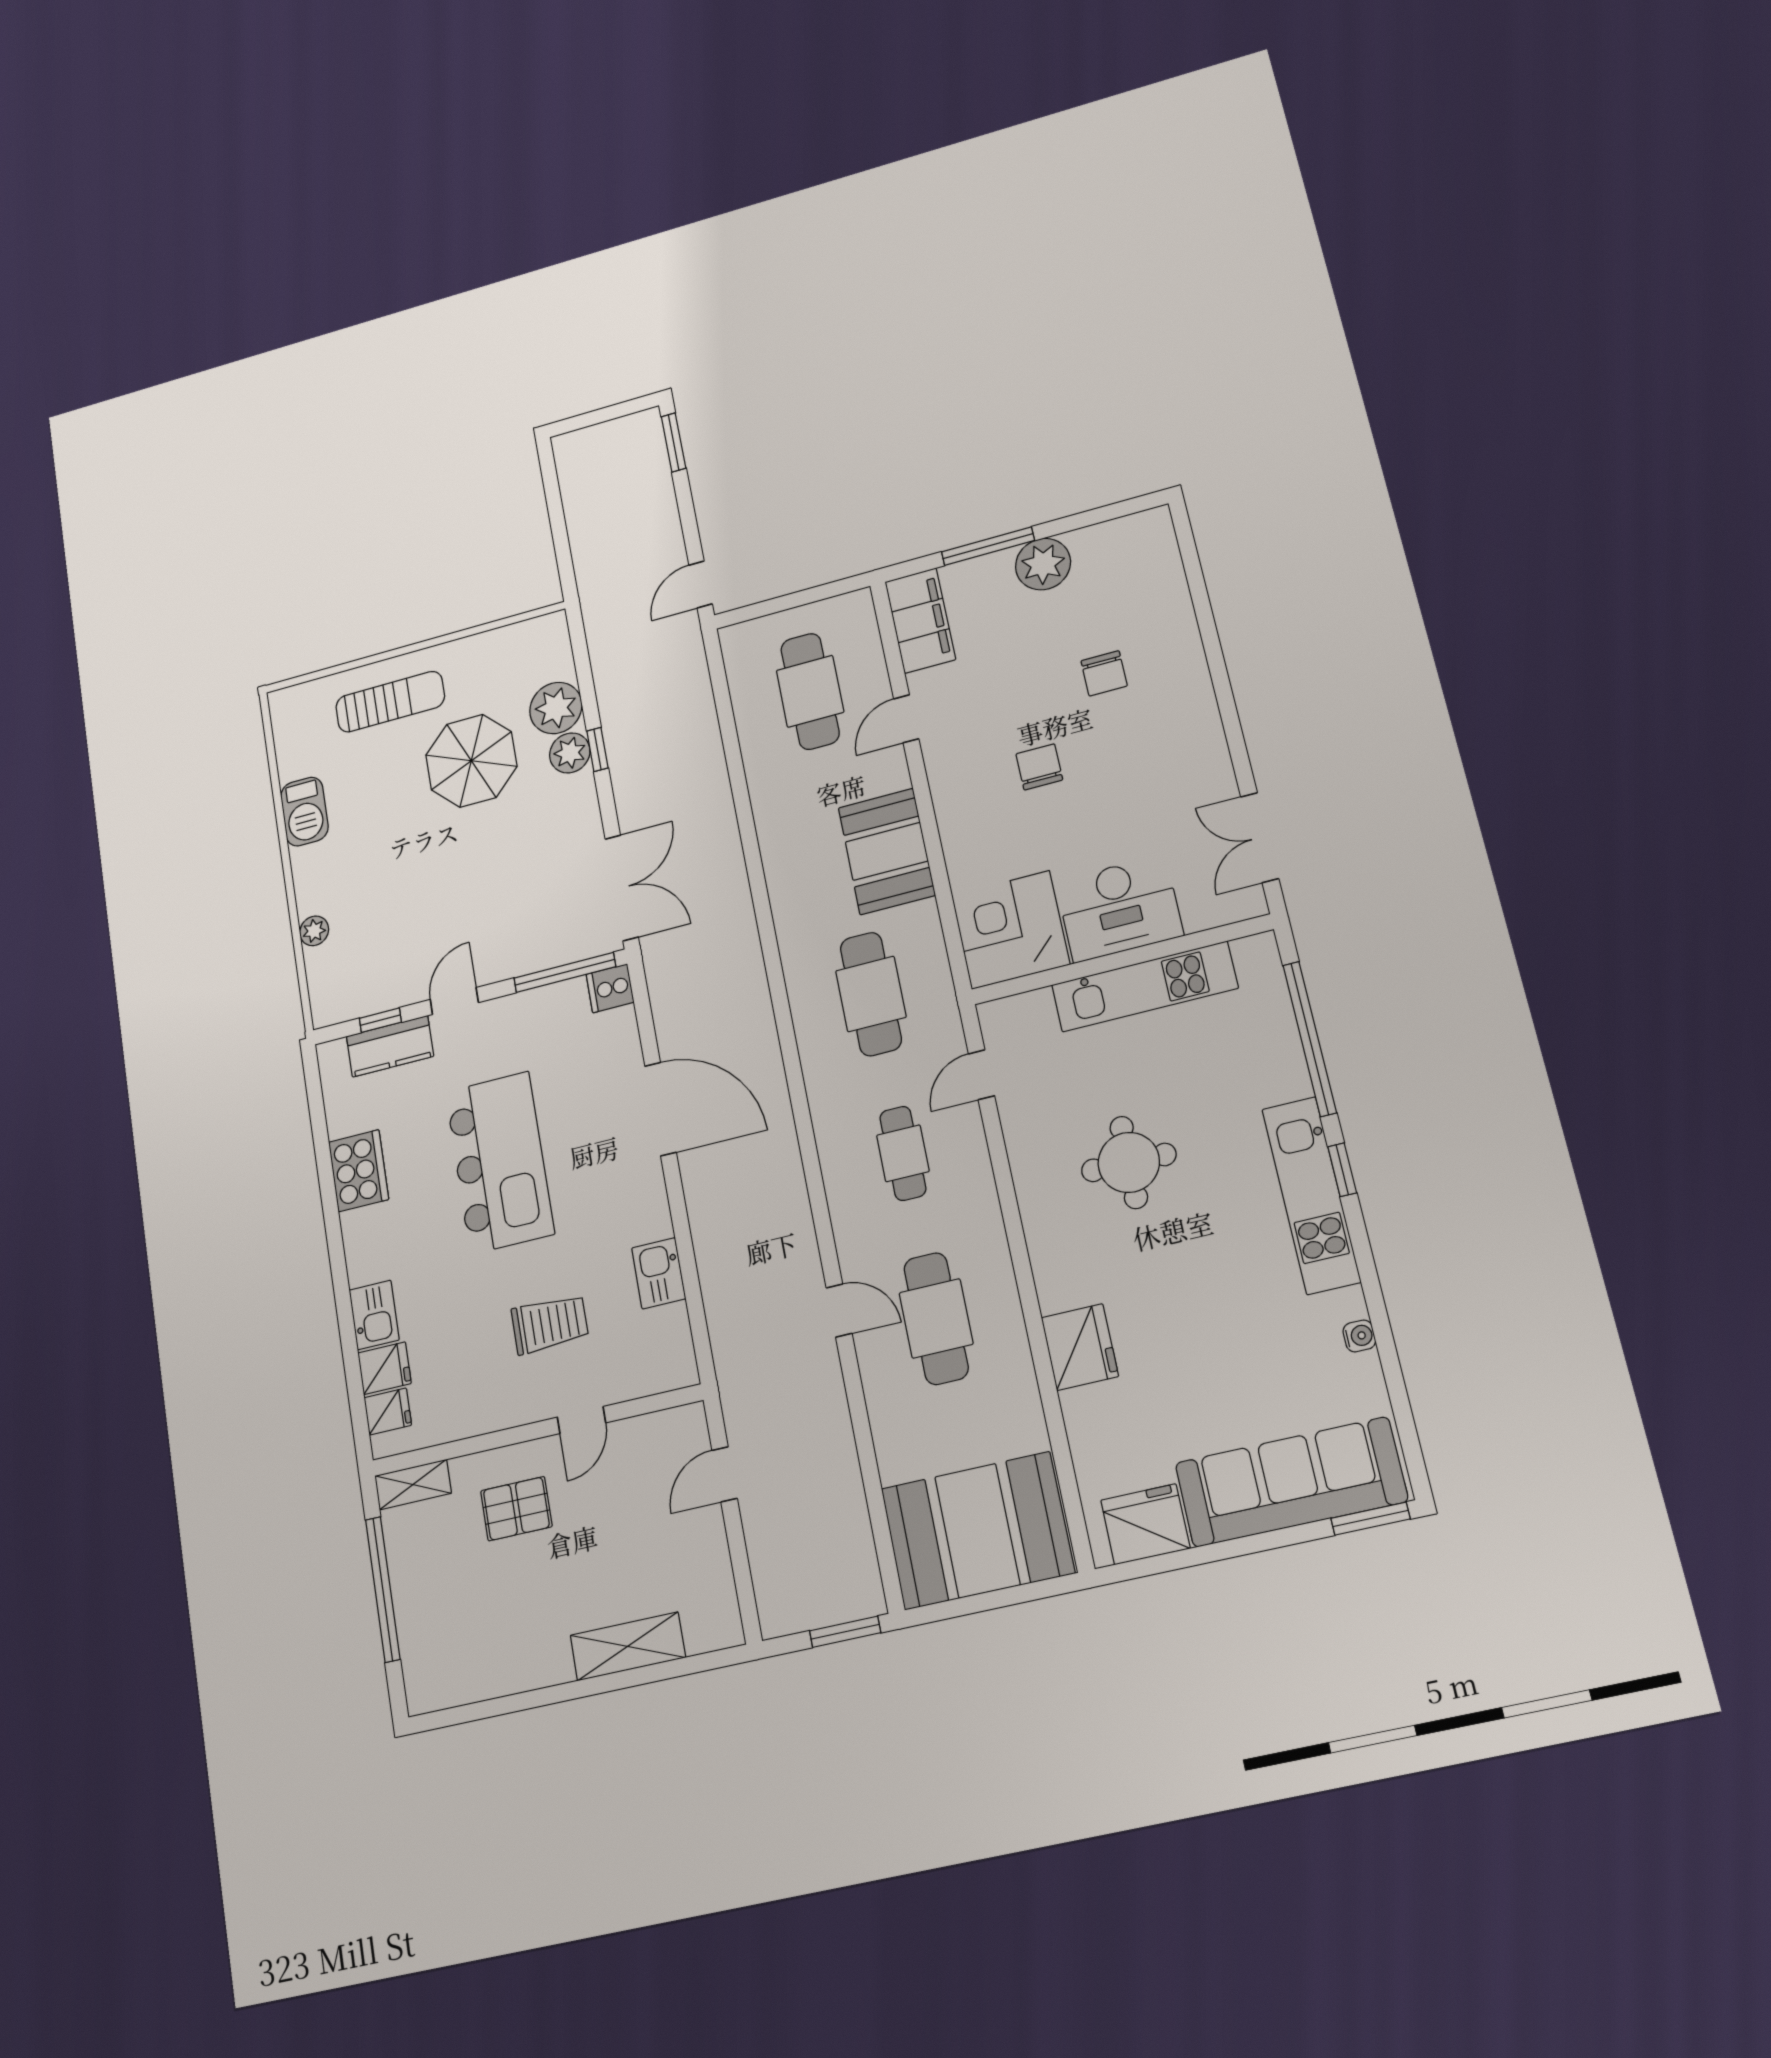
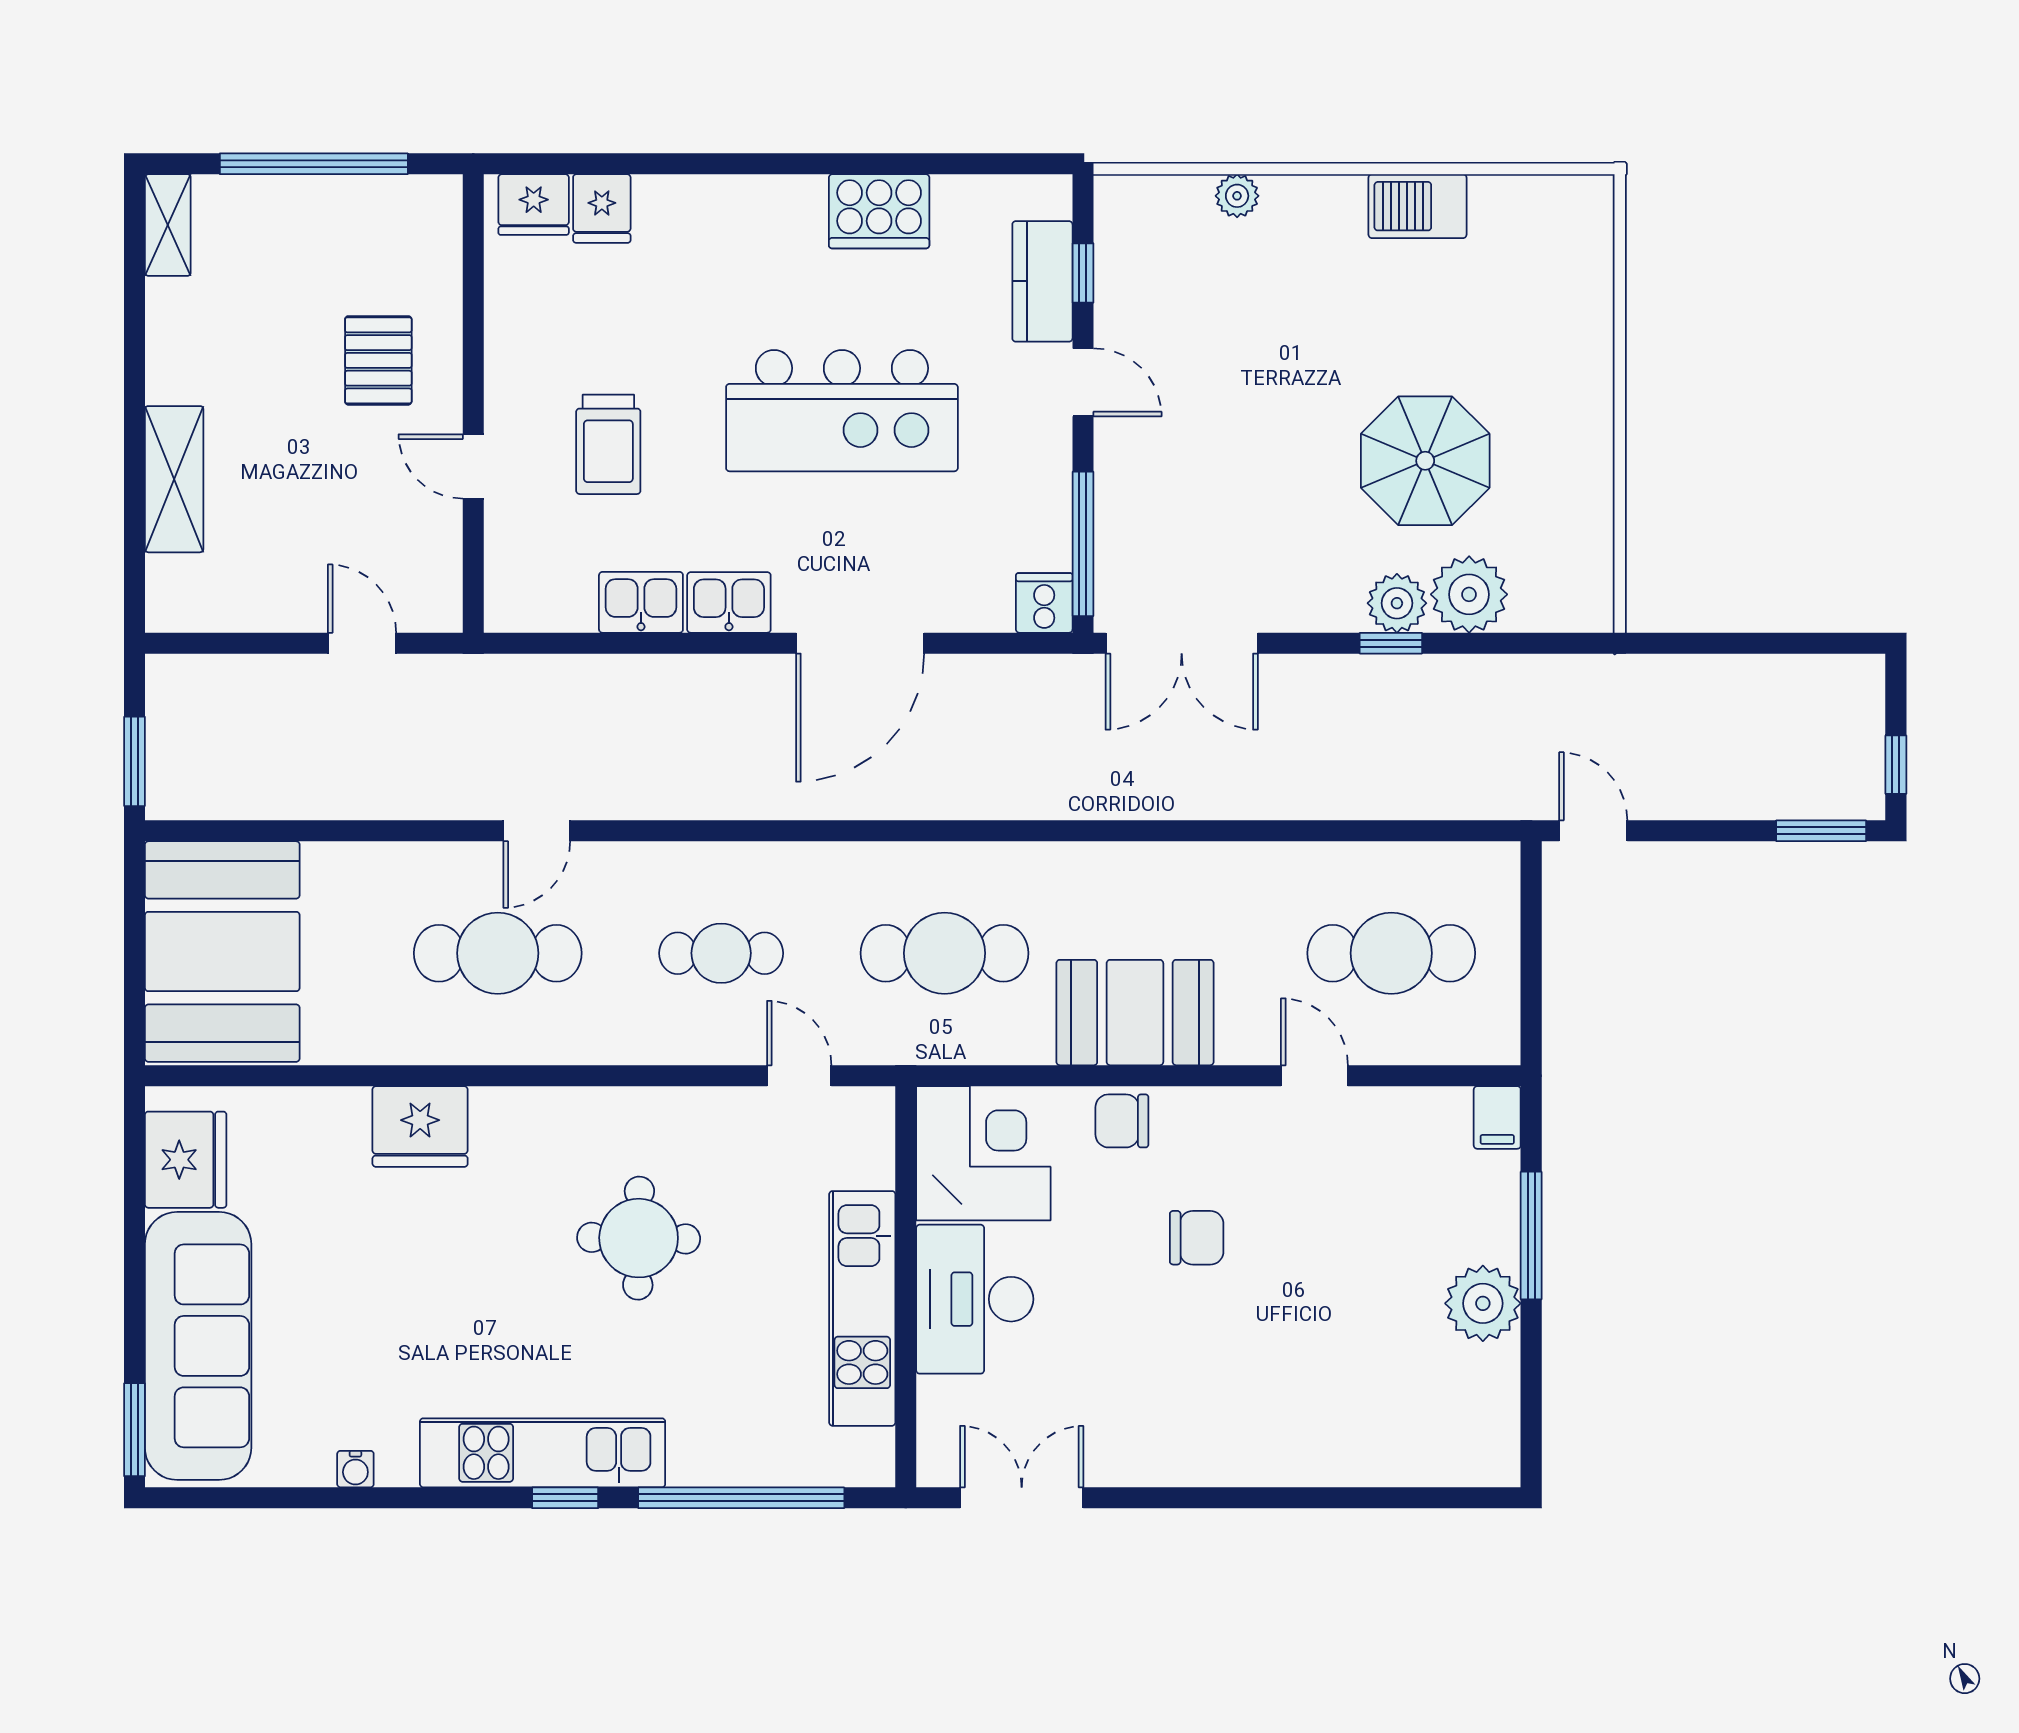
window: (621, 410) -> (1896, 765), added
filing cabinet: (920, 620) -> (1497, 1117), width x0.33, depth x0.86
chair: (1104, 673) -> (1122, 1121), moved
sun lounger: (390, 702) -> (1547, 356), removed
kitchen sink: (374, 1315) -> (729, 602), moved, turned 180
fridge: (388, 1411) -> (534, 205), width x1.38
shelving: (413, 1485) -> (168, 225), moved

